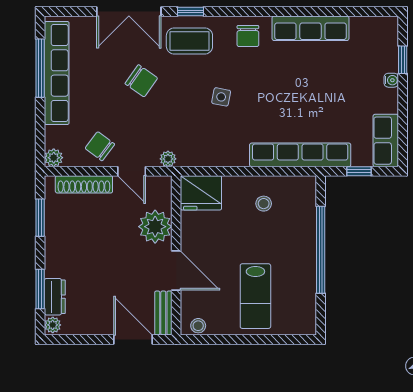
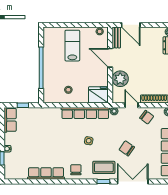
row of seats: (300, 155) -> (85, 113), moved

